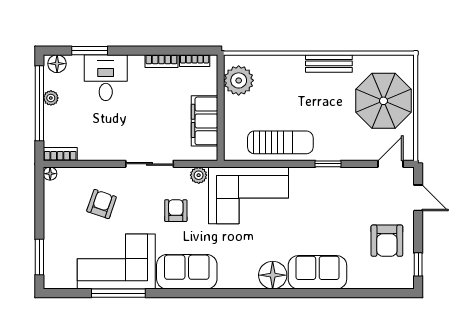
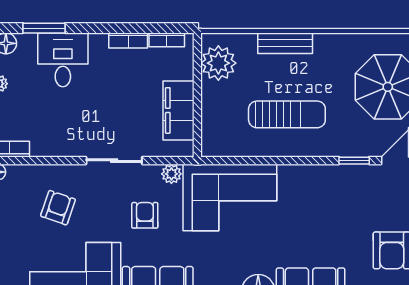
bench: (329, 63) -> (285, 43), moved
sun lounger: (280, 142) -> (287, 114), moved
window: (328, 164) -> (354, 161), moved

